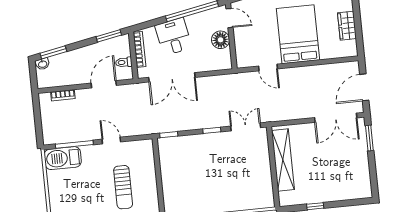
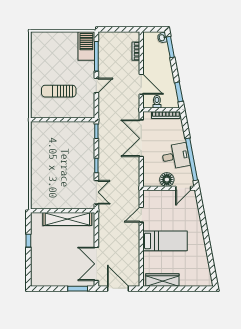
wardrobe: (347, 26) -> (162, 280), width x1.50
bed: (298, 34) -> (165, 241), width x0.67
desk: (173, 37) -> (176, 156), moved

